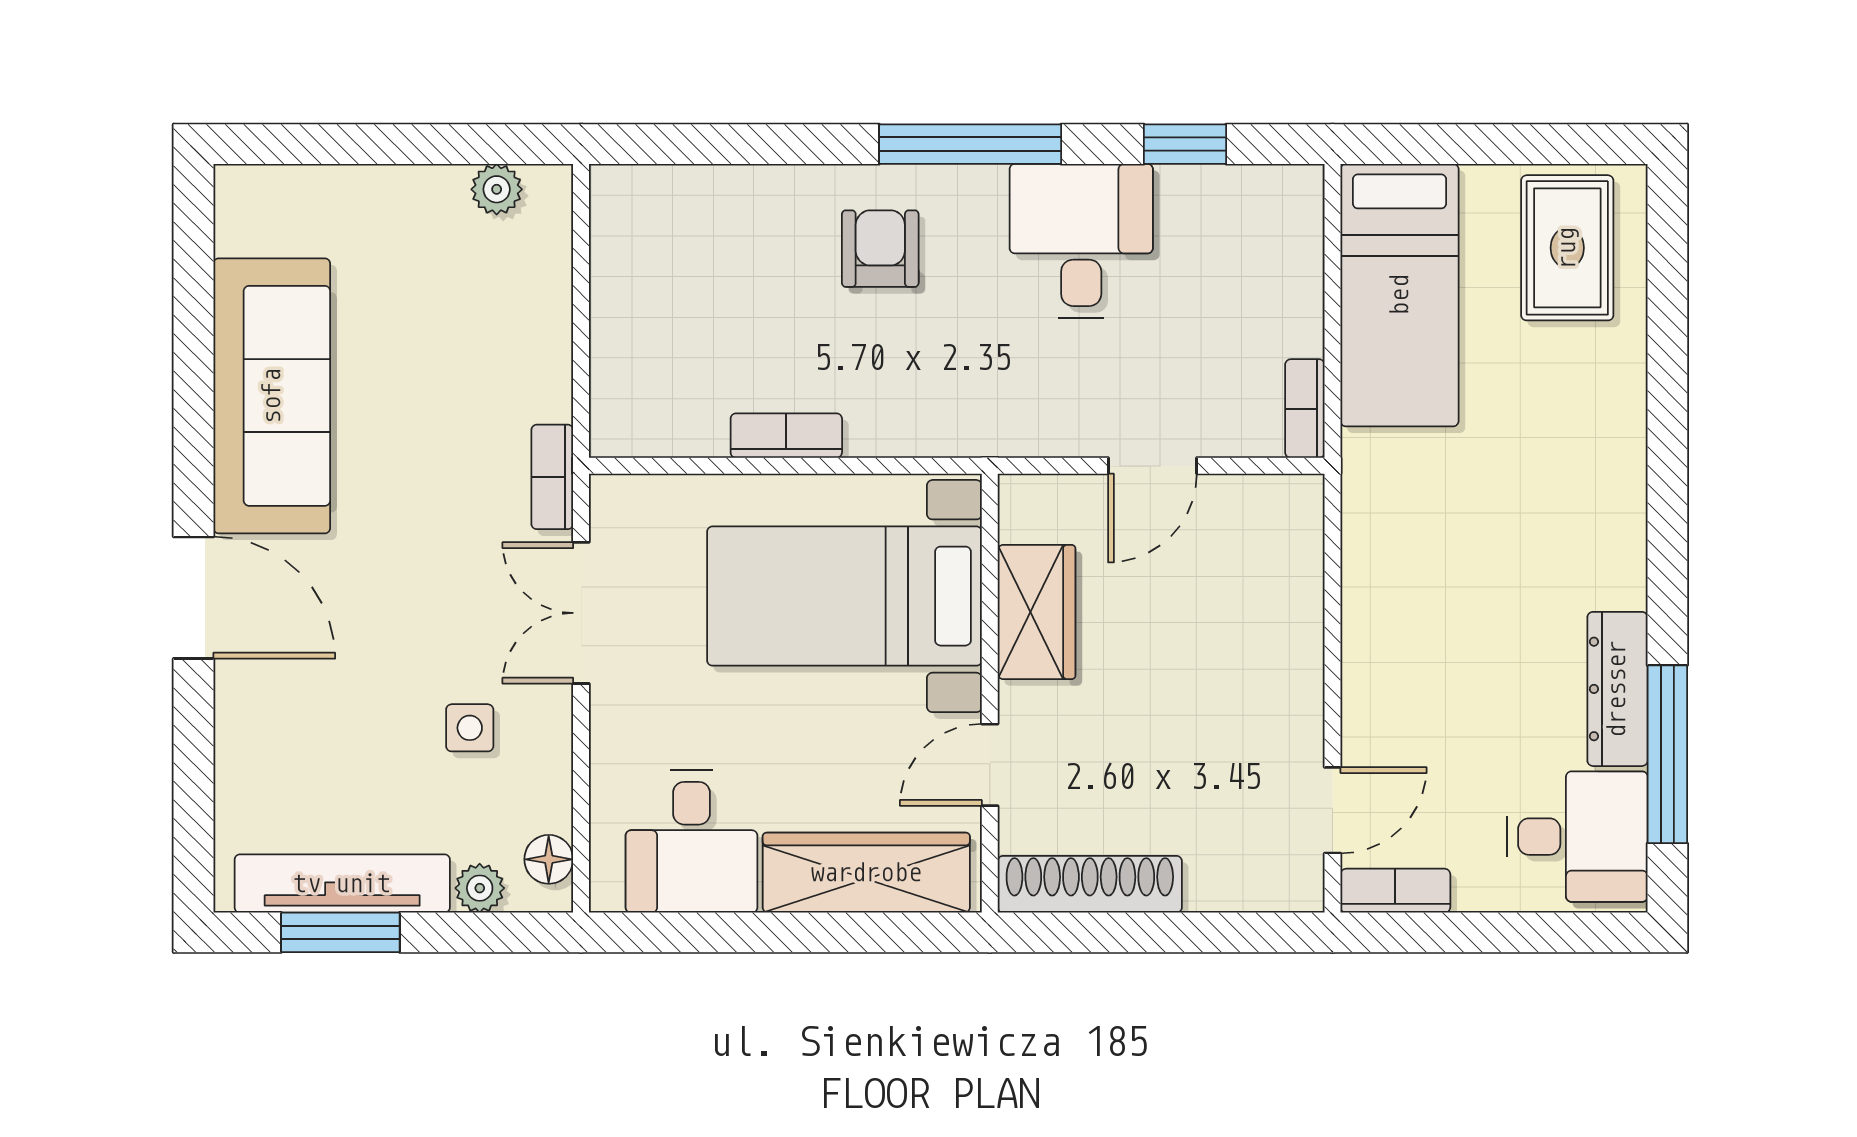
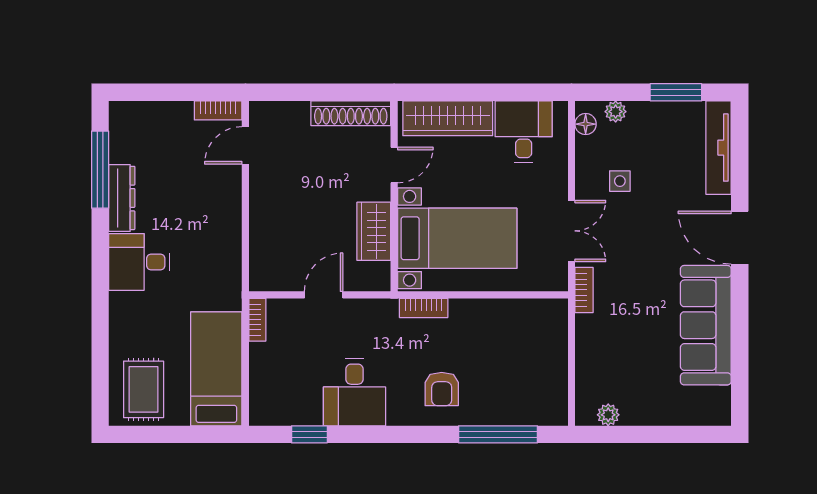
window: (970, 144) -> (498, 434), moved
bookcase: (786, 436) -> (424, 308), moved
desk: (1577, 837) -> (139, 262), moved
tv unit: (342, 884) -> (718, 148), moved, turned 90

